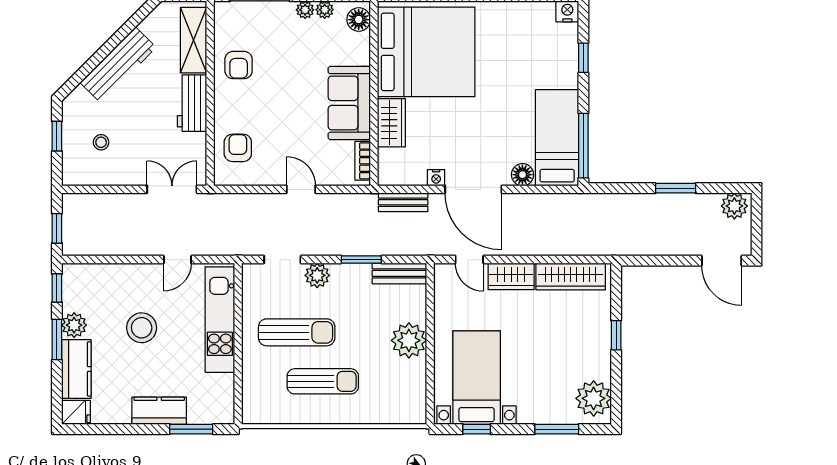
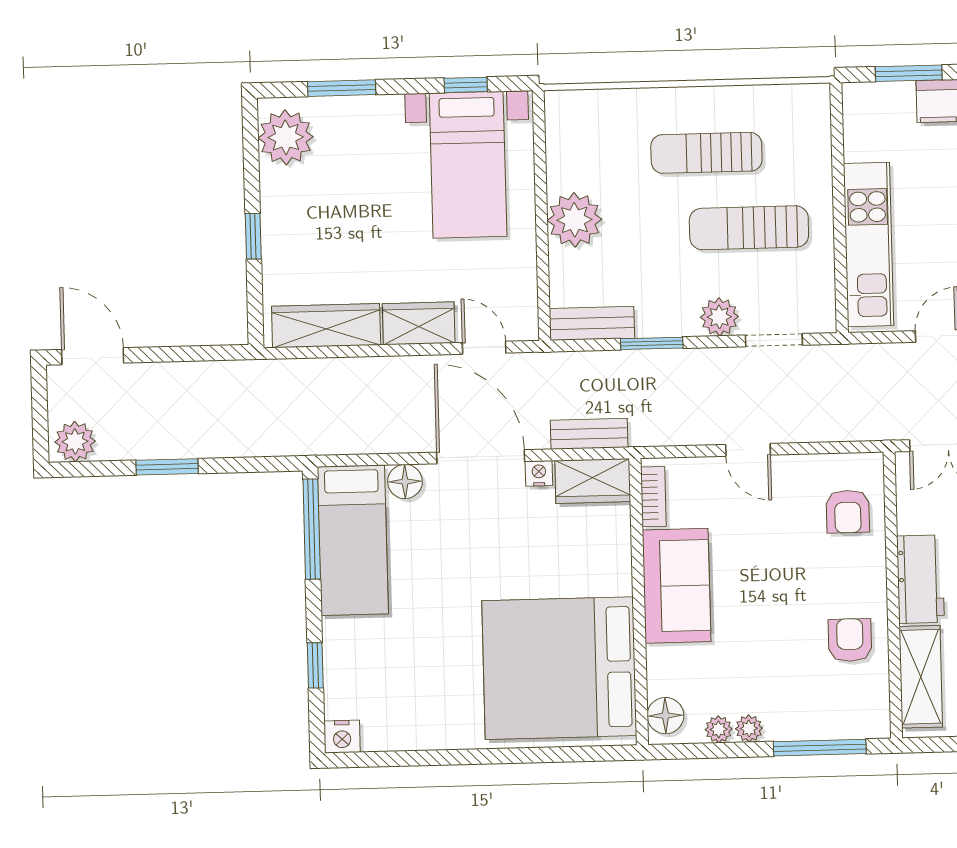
wardrobe: (391, 123) -> (593, 481), moved, turned -90

